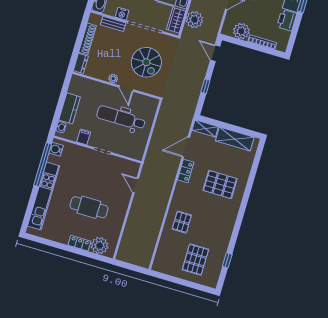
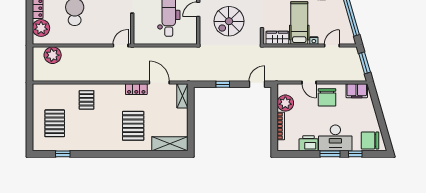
plant: (194, 20) -> (53, 55), moved
shelving: (235, 139) -> (170, 144), moved, turned 90
door: (136, 185) -> (121, 45), moved
pallet: (182, 222) -> (87, 100), turned 90
pallet: (195, 259) -> (55, 123), turned 90

